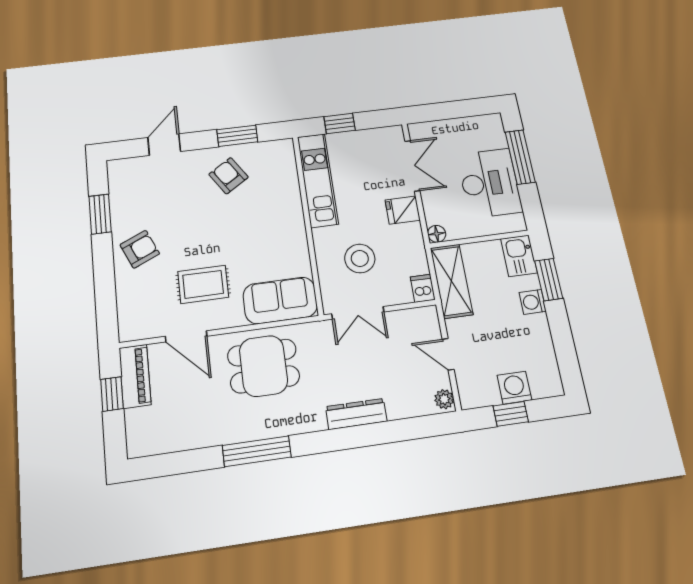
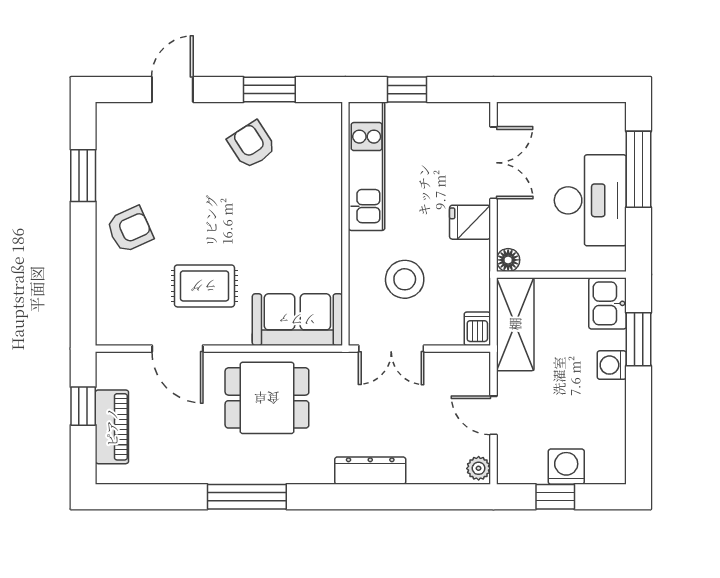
piano: (135, 376) -> (112, 427), moved

